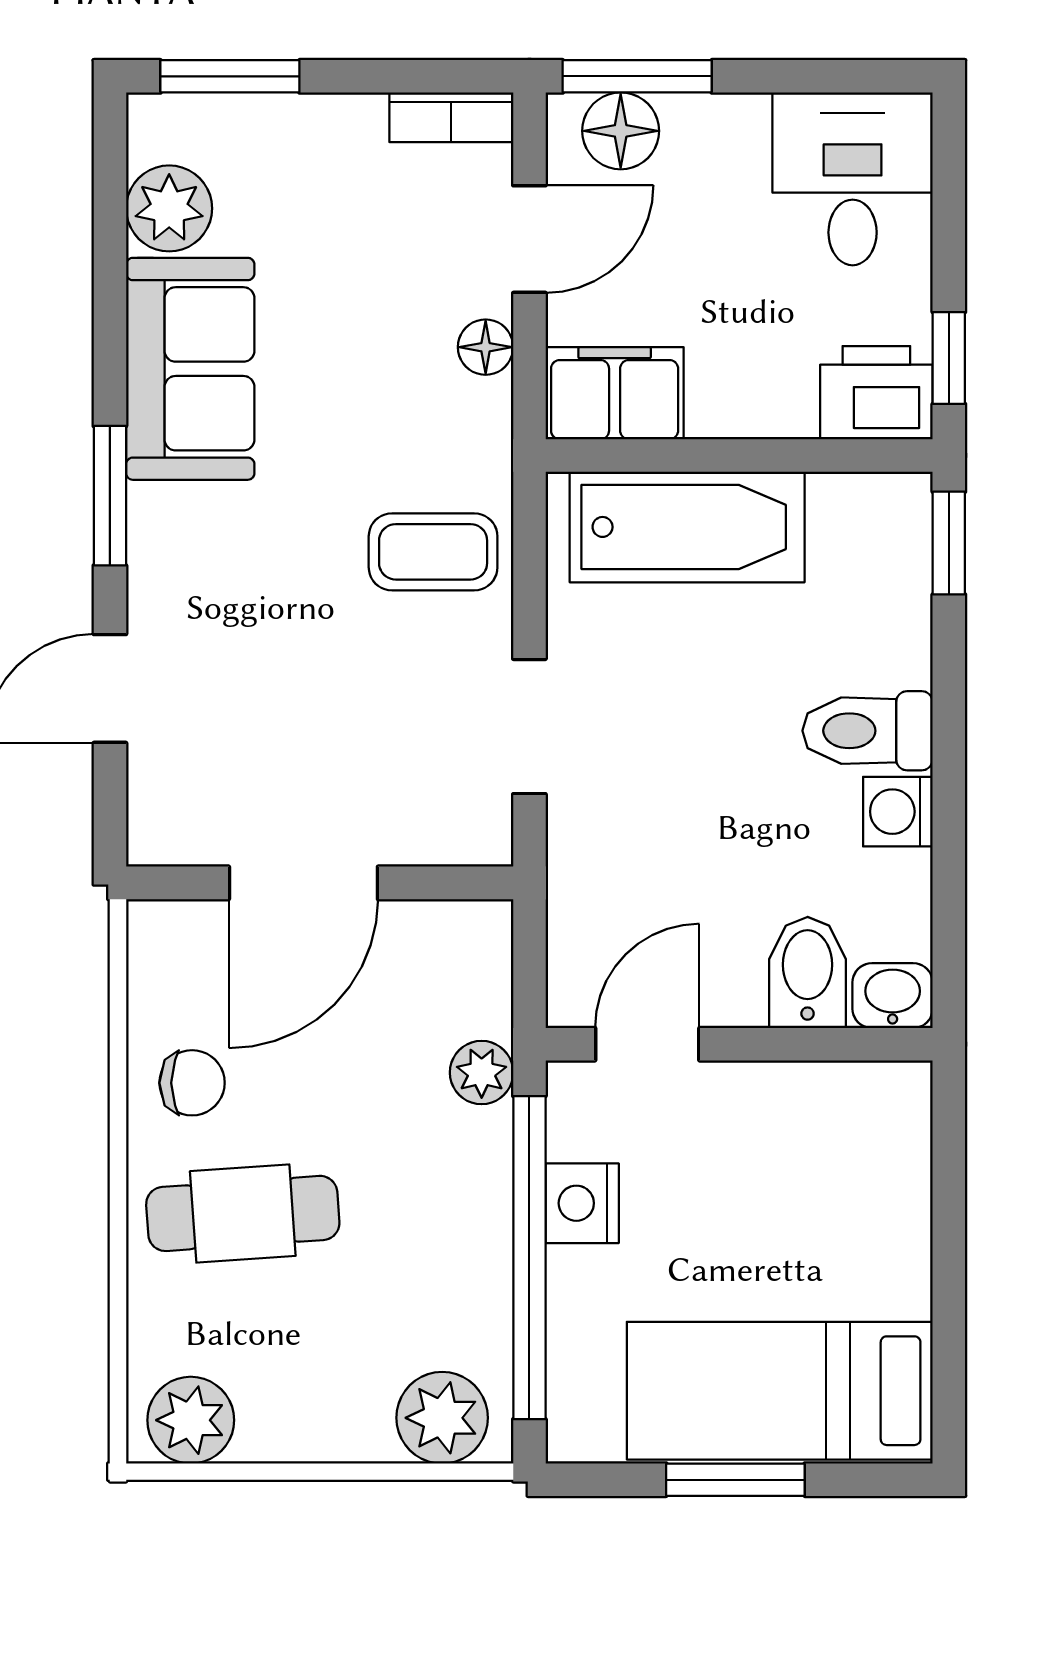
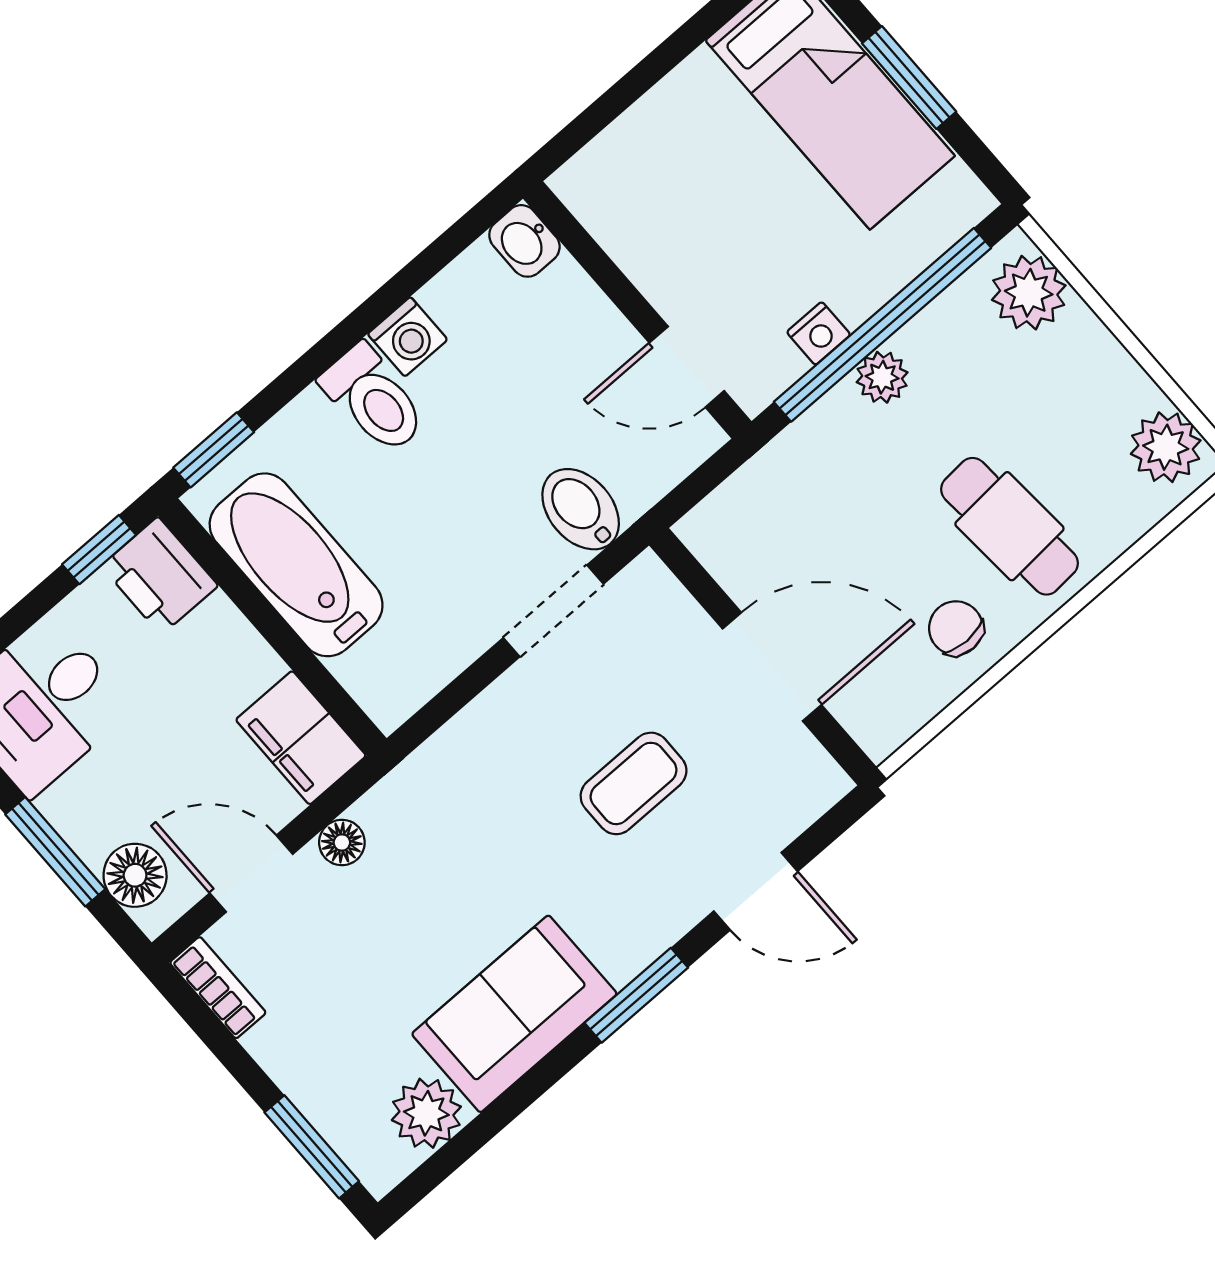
window: (637, 76) -> (55, 852), moved
bathtub: (687, 527) -> (296, 565), moved
coffee table: (433, 552) -> (634, 783), moved, turned 90
bidet: (808, 972) -> (581, 509), moved, turned 90
plant: (482, 1073) -> (882, 377), moved
nightstand: (582, 1203) -> (819, 333), width x0.72, depth x0.74

